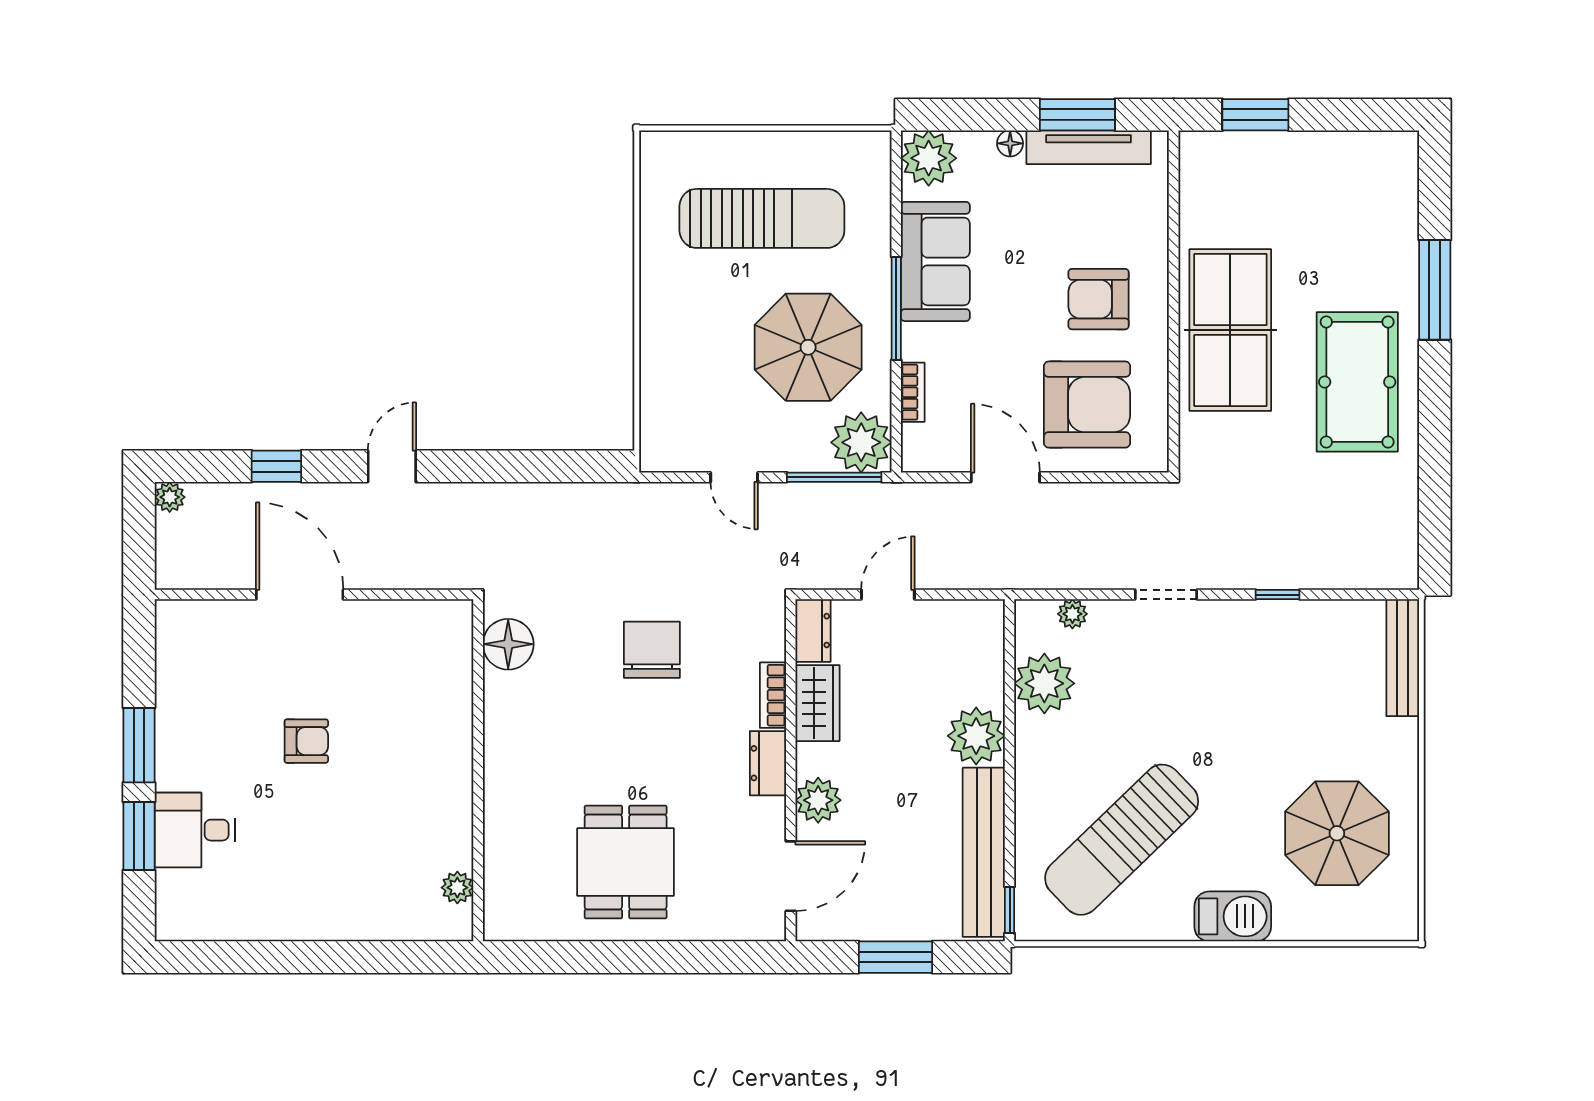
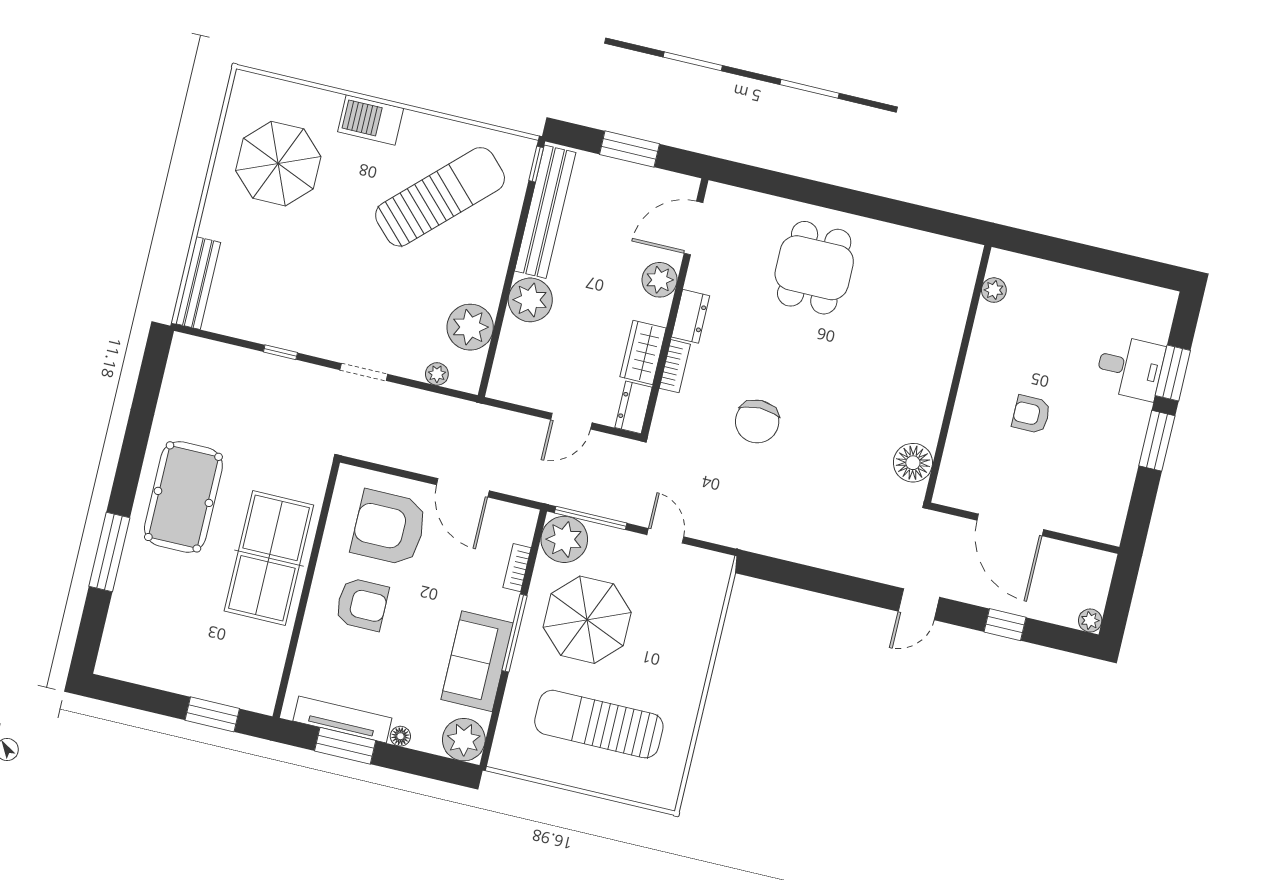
floor lamp: (508, 644) -> (913, 463), moved
wall: (478, 770) -> (958, 374), moved
plant: (457, 888) -> (994, 290), moved

